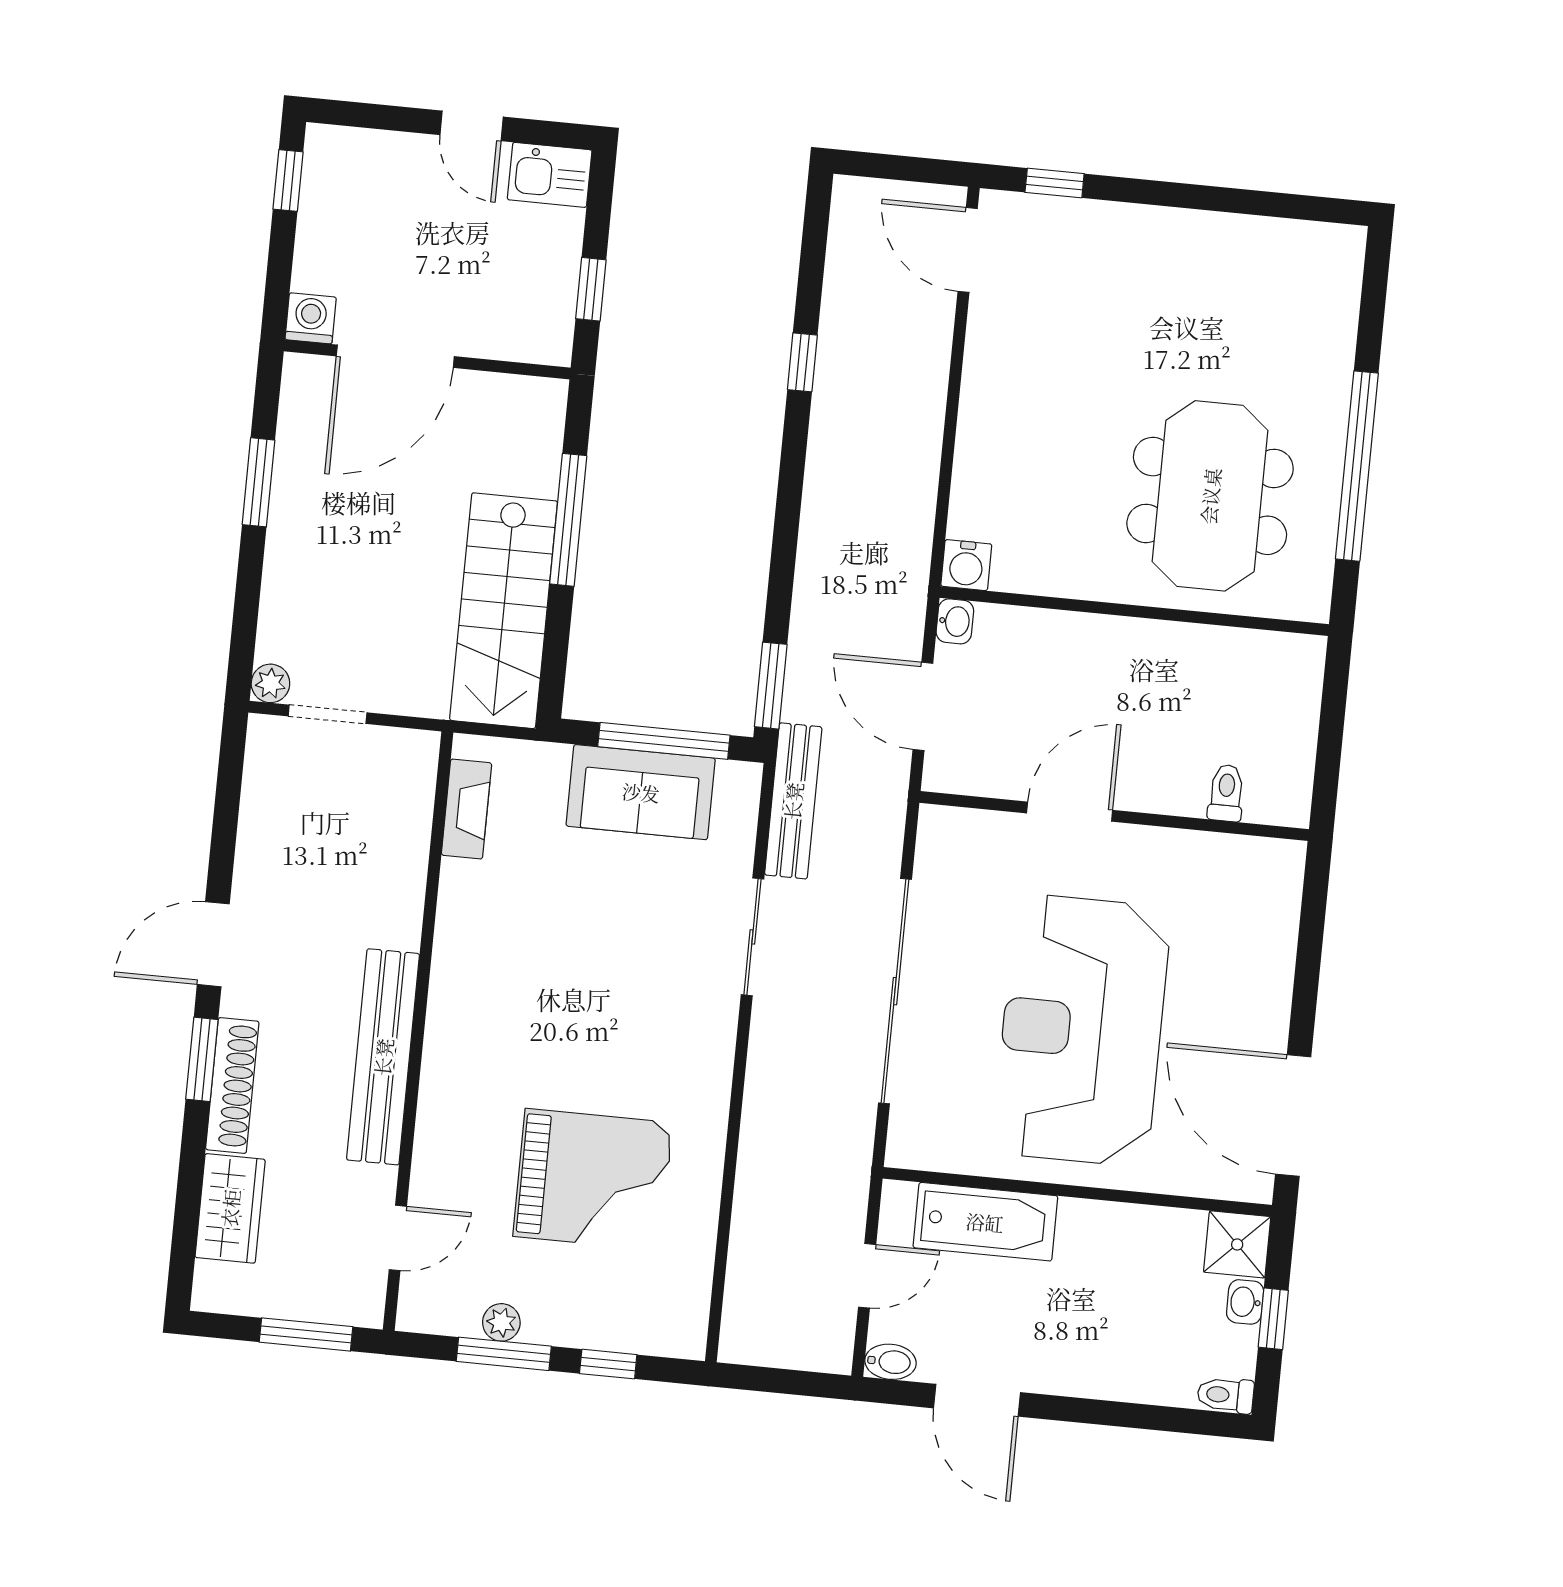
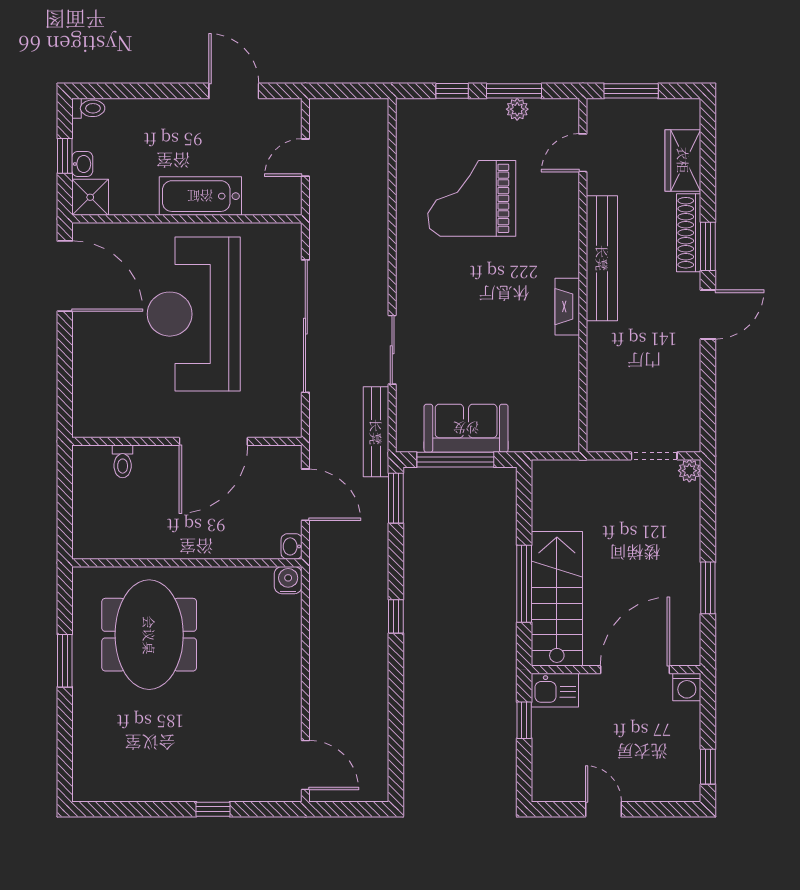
kitchen sink: (550, 175) -> (555, 690), moved, turned 180
window: (1055, 183) -> (213, 809), moved
window: (802, 362) -> (396, 616), moved
window: (1357, 466) -> (65, 661), width x0.47
stairs: (504, 611) -> (557, 599), moved
fireplace: (466, 809) -> (567, 307), moved
door: (1070, 812) -> (213, 441), width x1.36
reception desk: (1082, 1030) -> (194, 314), turned 180
bathtub: (985, 1222) -> (200, 196), moved
bidet: (890, 1362) -> (287, 109), removed

